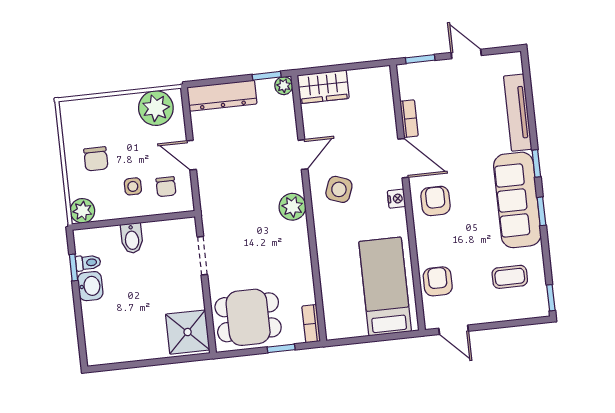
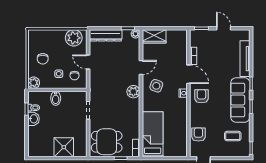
bed: (385, 286) -> (153, 134), moved
shower: (188, 332) -> (64, 147), moved

